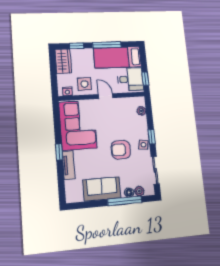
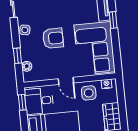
window: (152, 137) -> (17, 56), moved
armchair: (121, 150) -> (53, 38), moved

